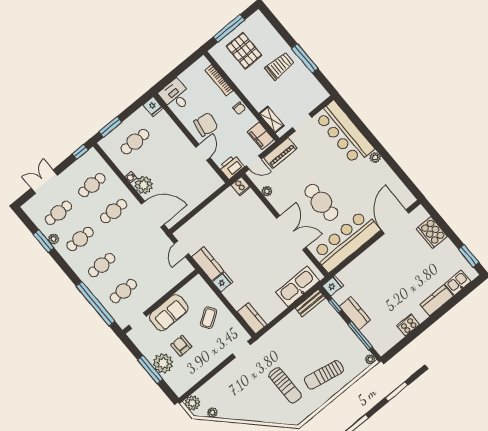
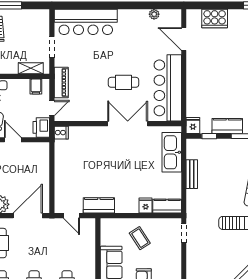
filing cabinet: (260, 136) -> (36, 86), width x0.50
plant: (375, 157) -> (154, 14), moved
plant: (267, 191) -> (81, 116), removed
cafe table: (321, 202) -> (124, 82), width x0.73, depth x0.74
door: (395, 222) -> (184, 39), width x0.73
fridge: (223, 282) -> (146, 206), moved
bench: (310, 303) -> (192, 174), moved

